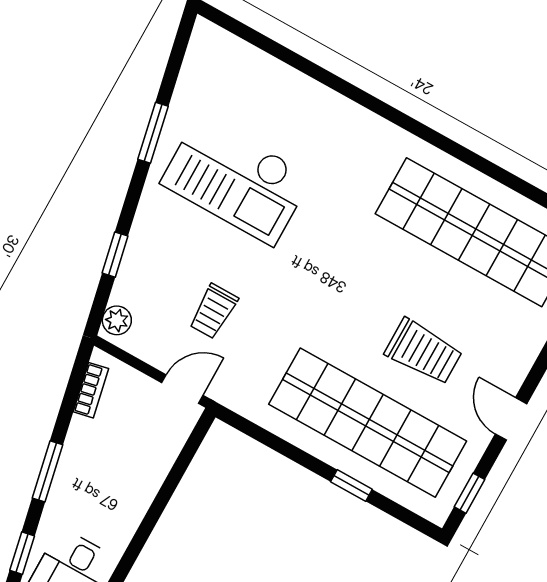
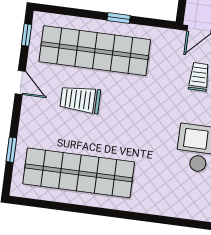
window: (351, 485) -> (119, 18), moved

